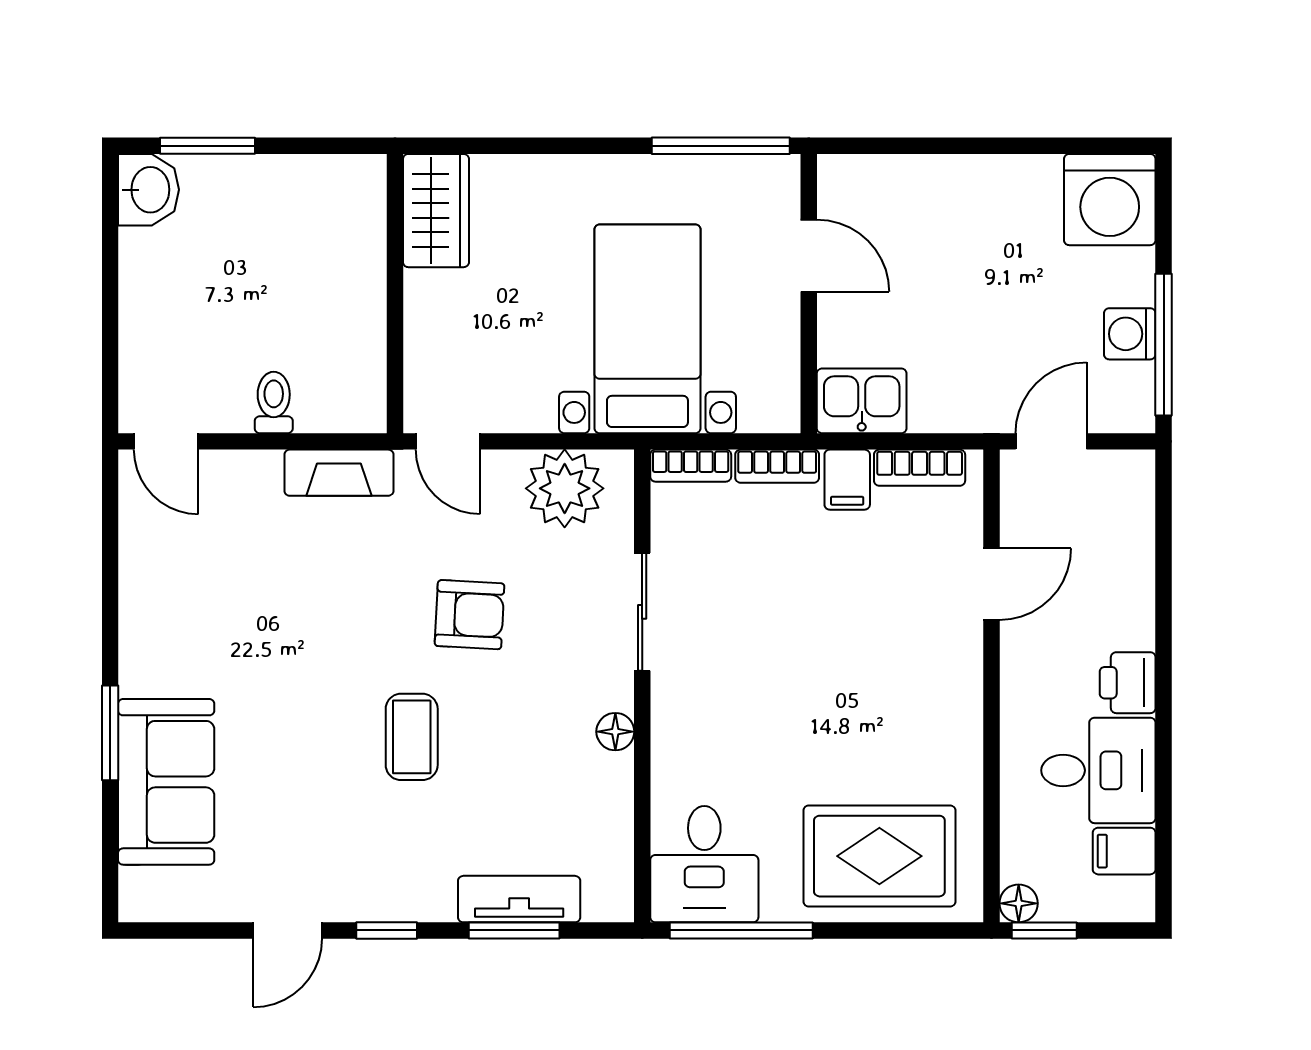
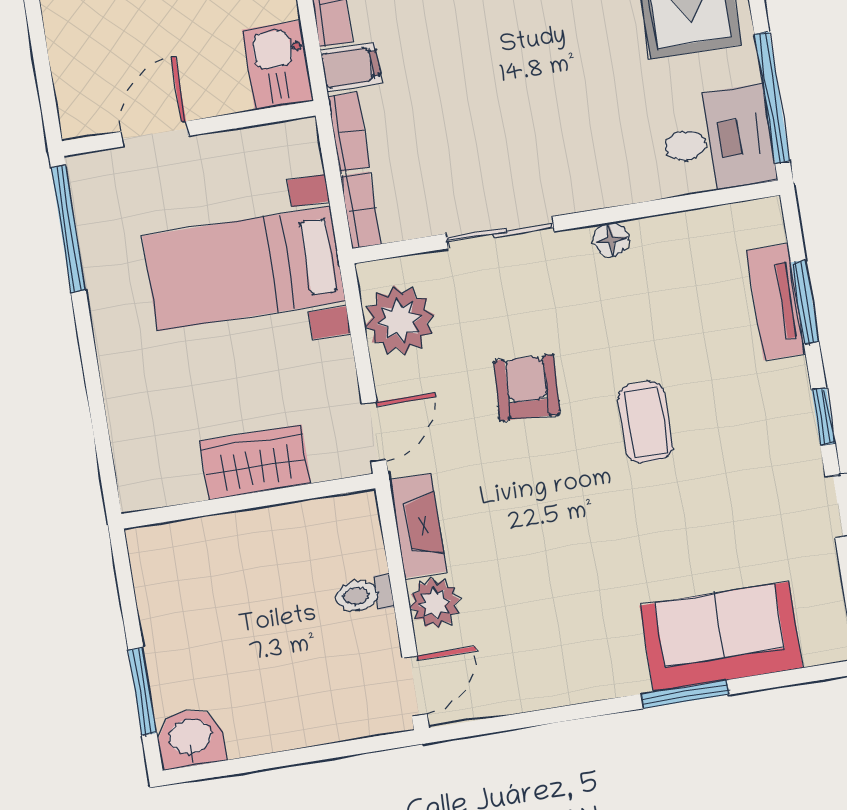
wardrobe: (436, 211) -> (255, 462), moved
plant: (252, 477) -> (435, 603), added
coffee table: (412, 737) -> (645, 422), turned 90

